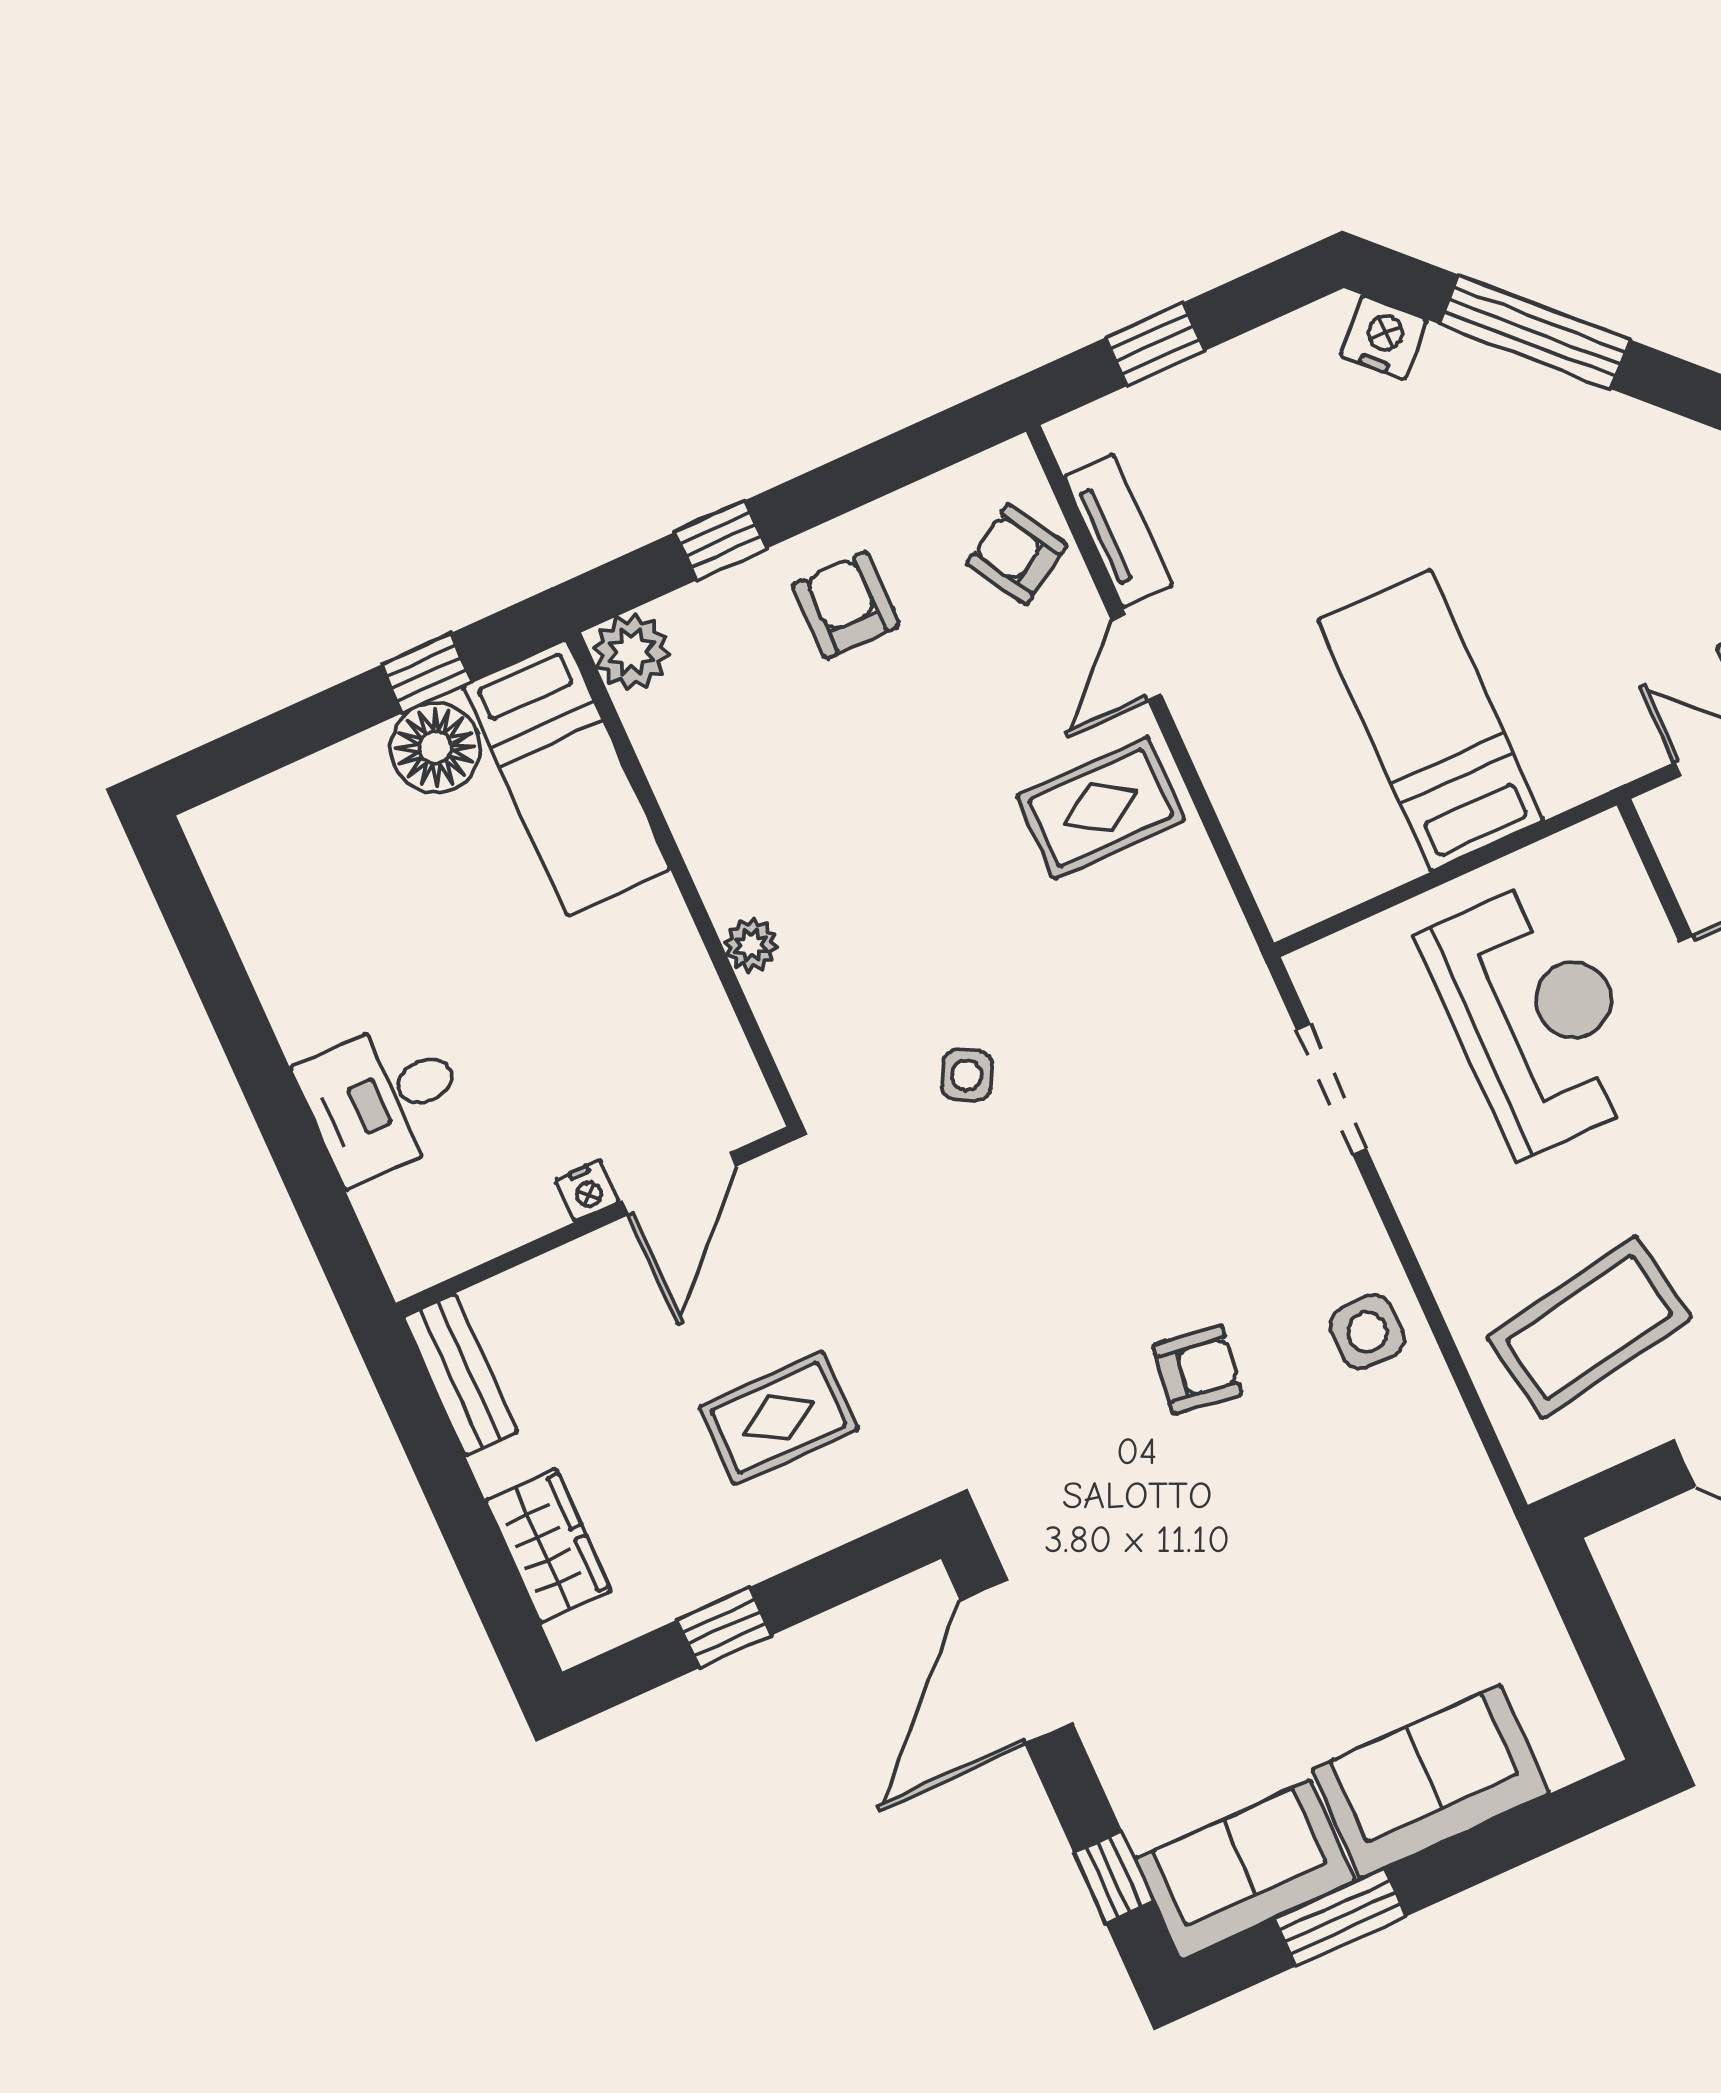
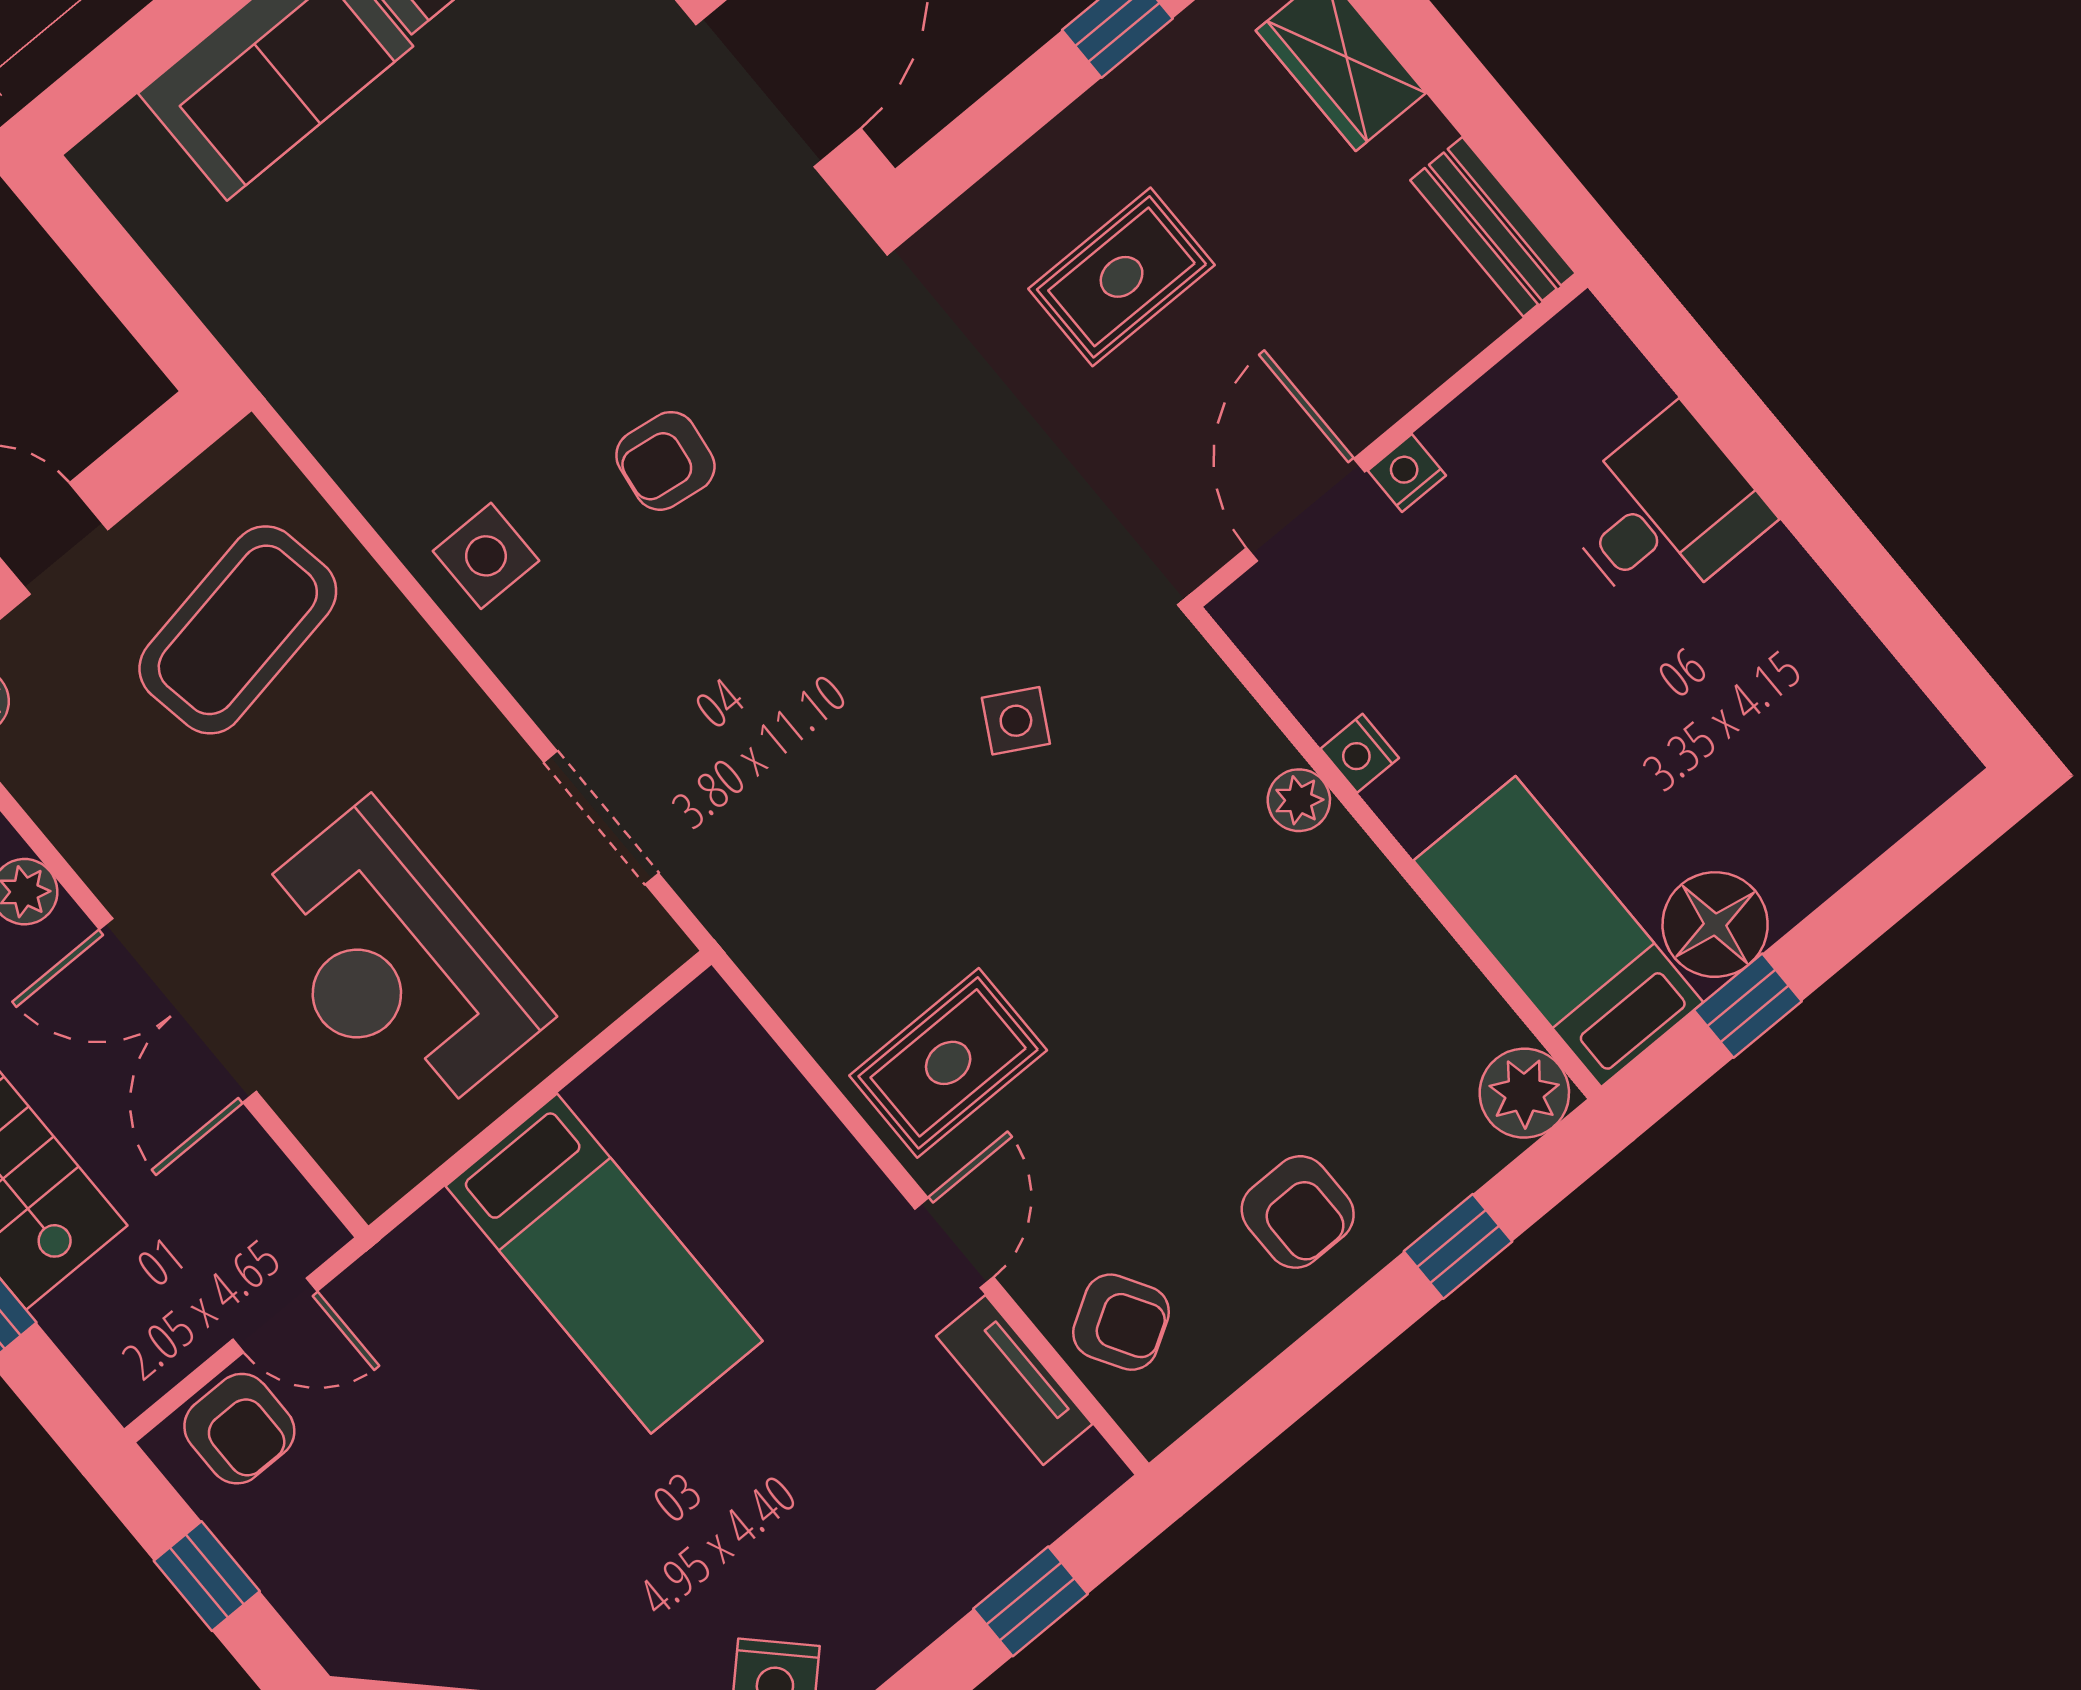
nightstand: (690, 970) -> (1360, 753), added

